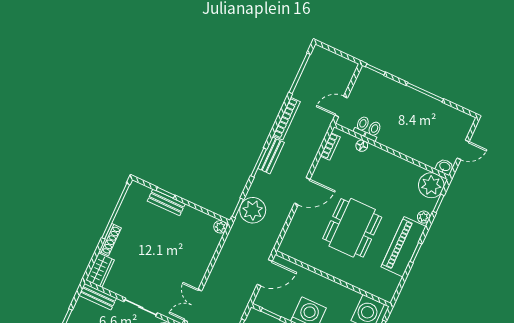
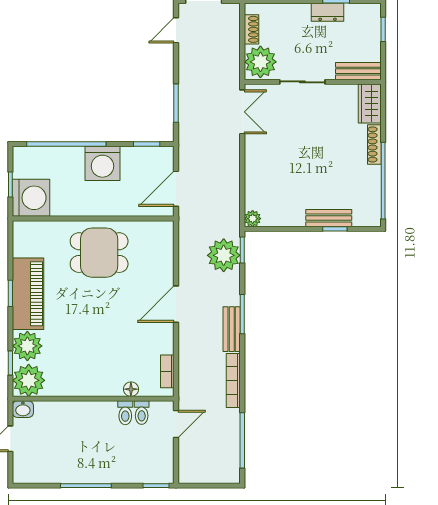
plant: (424, 217) -> (27, 346), width x1.88, depth x1.88
dining table: (352, 228) -> (99, 253), moved, width x0.73

